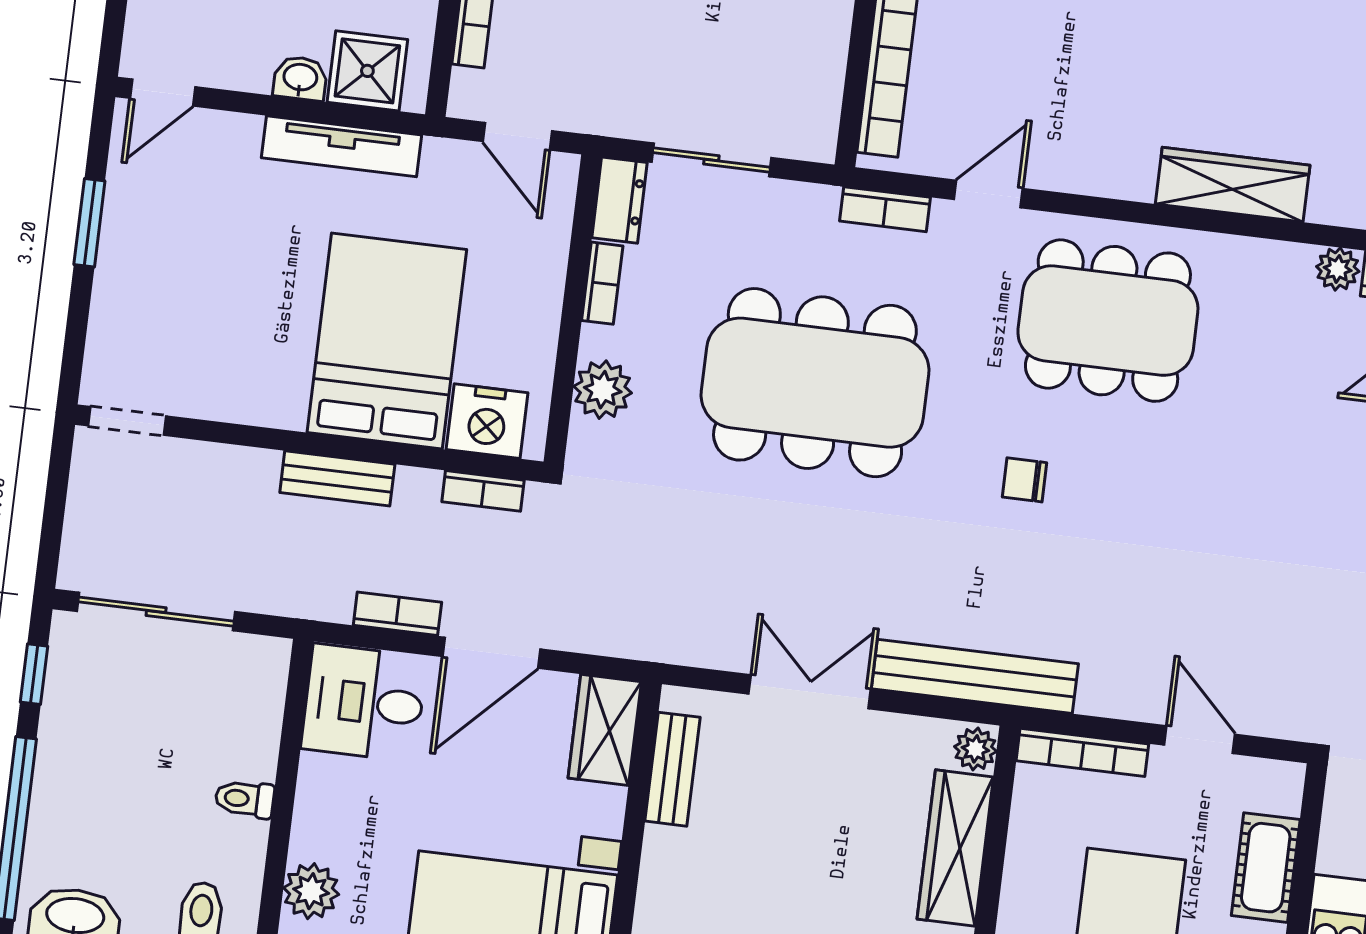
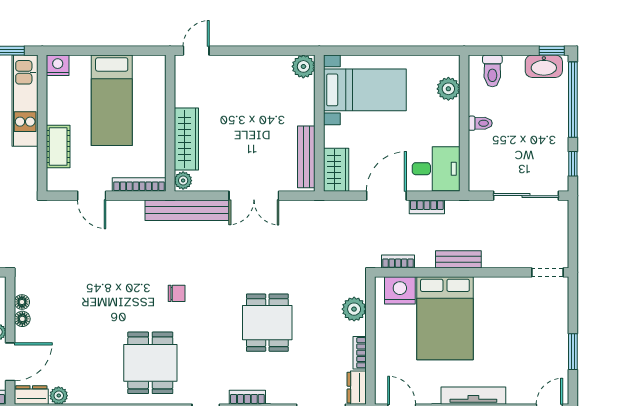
dining table: (1108, 321) -> (150, 363), width x0.73
dining table: (815, 383) -> (267, 323), width x0.53, depth x0.80
bench: (672, 769) -> (306, 157), width x1.36

